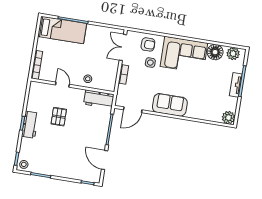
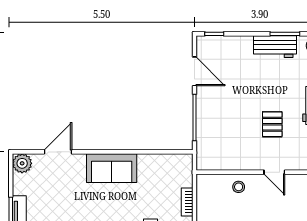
workbench: (99, 99) -> (275, 47), moved, turned 180
door: (133, 110) -> (58, 152), moved

